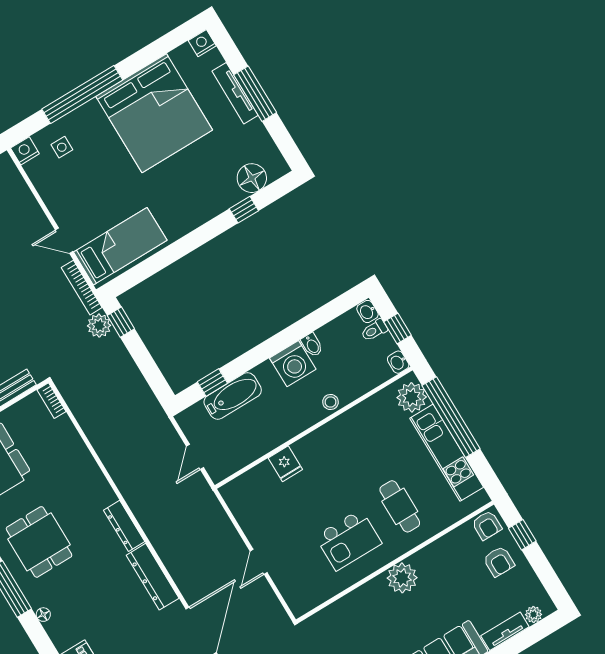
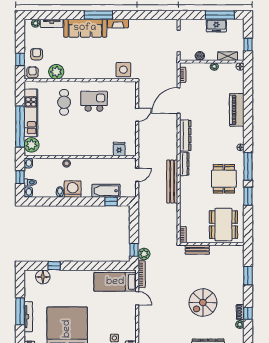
fridge: (285, 464) -> (119, 149), moved
bench: (127, 482) -> (172, 182), added
plant: (402, 578) -> (56, 72), moved
side table: (331, 626) -> (123, 70), added

